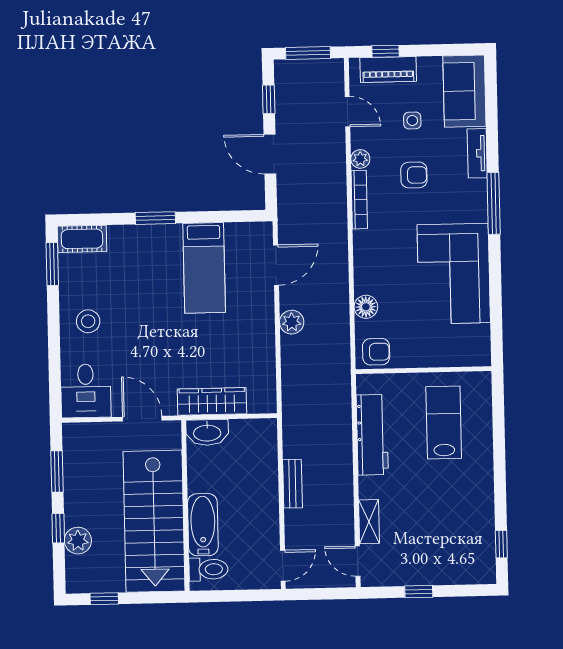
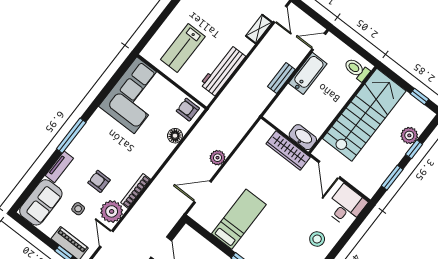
plant: (360, 159) -> (112, 211), width x1.88, depth x1.88
corner sofa: (454, 274) -> (135, 95), moved
bathtub: (203, 525) -> (308, 73), moved, turned 180

